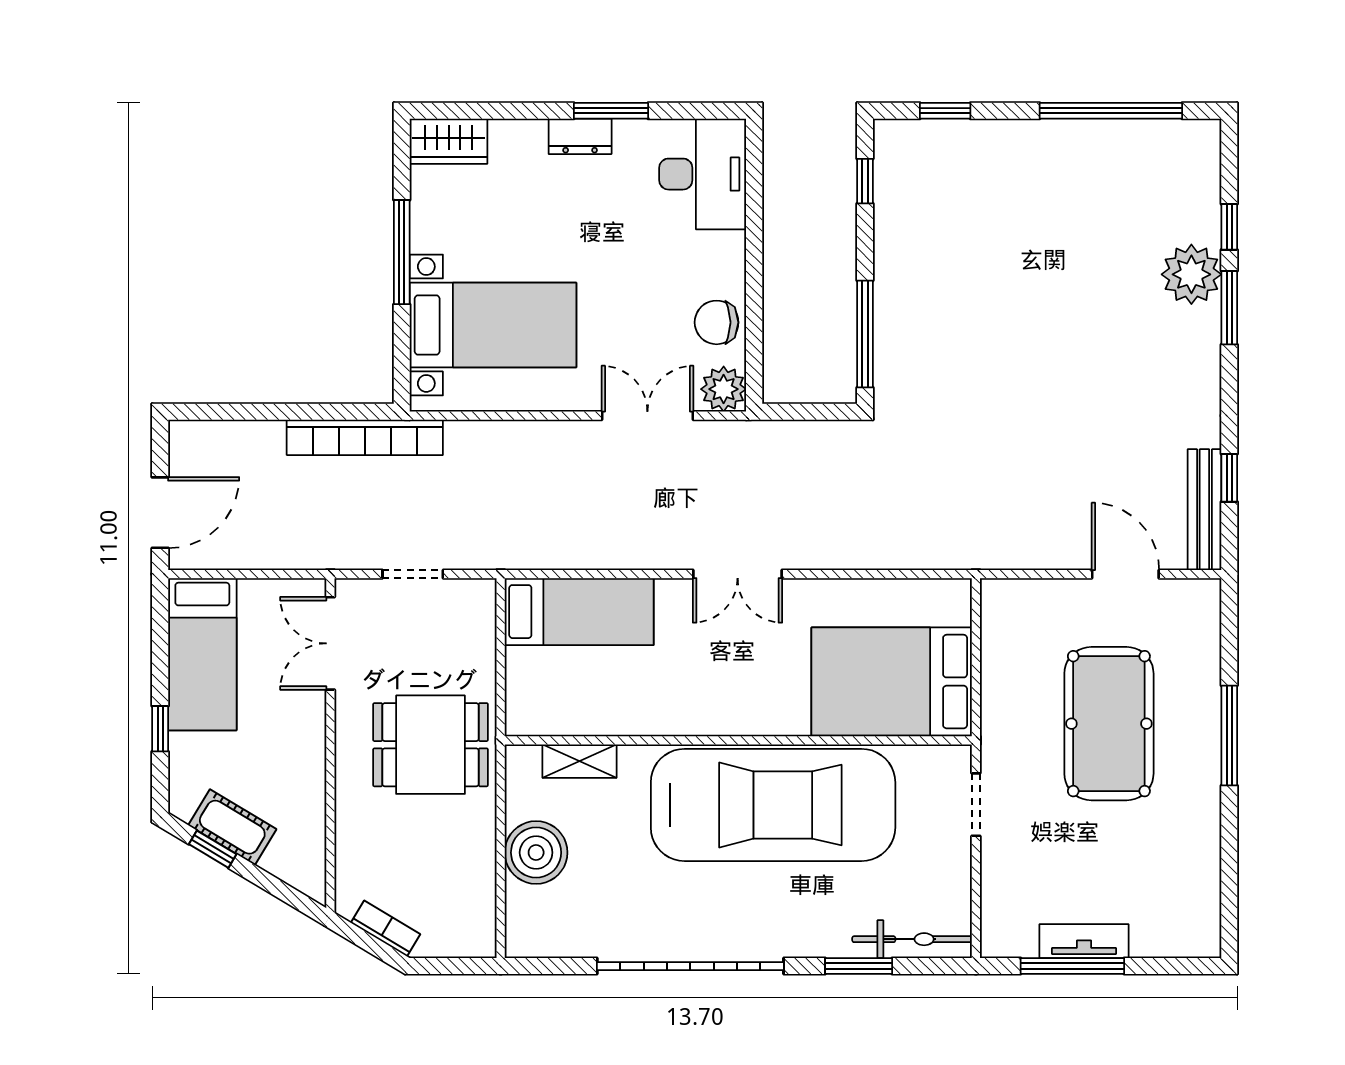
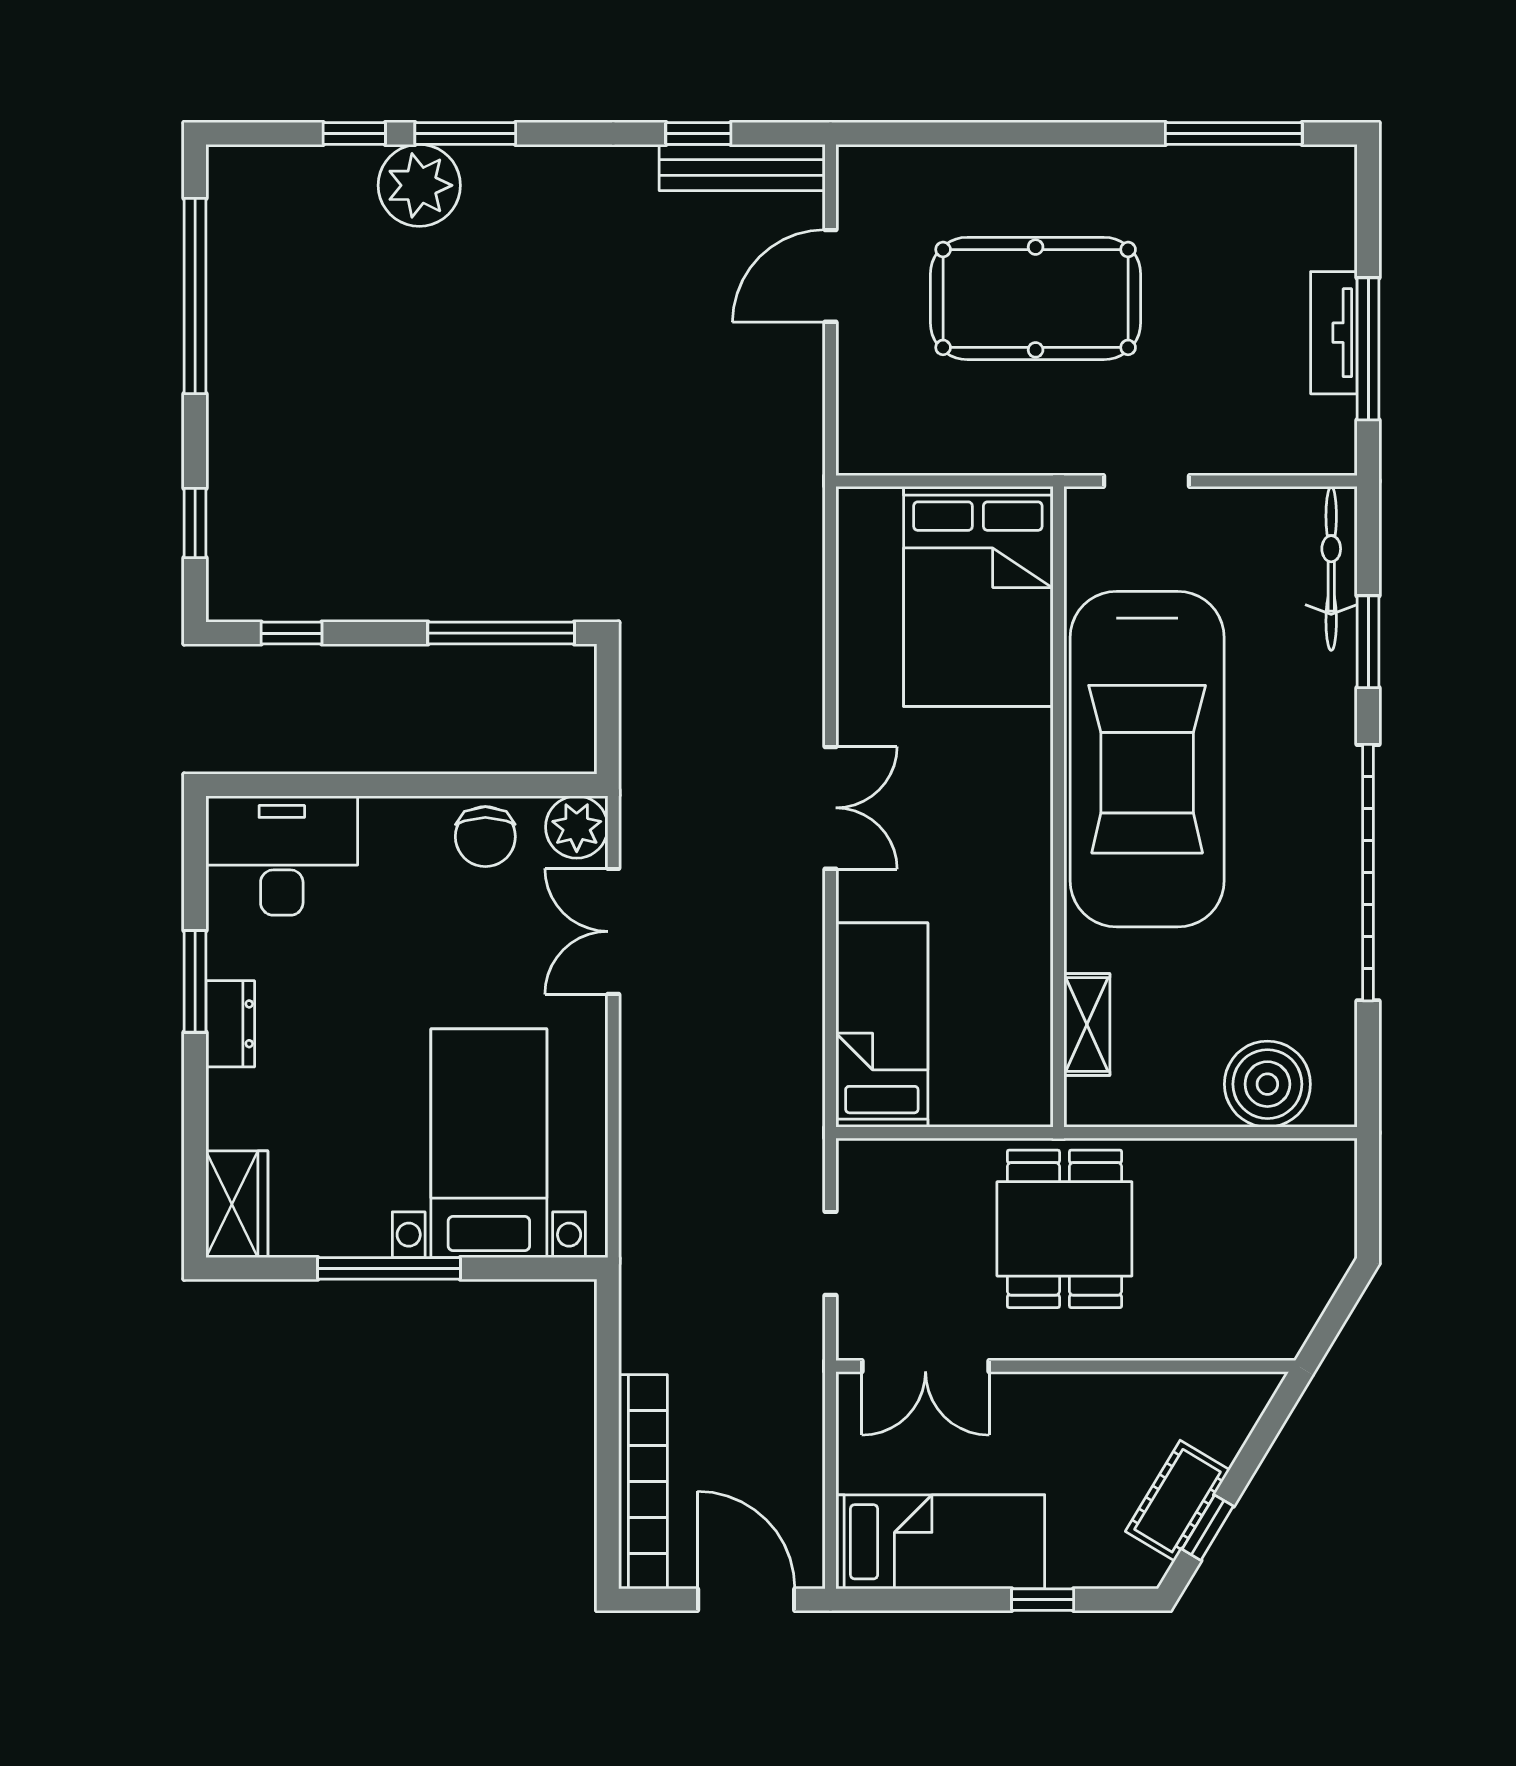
bookcase: (365, 437) -> (643, 1482), moved
window: (1229, 736) -> (1234, 133), moved
car: (773, 805) -> (1147, 759), turned 180
boiler: (536, 853) -> (1267, 1084), moved
bookcase: (386, 929) -> (1317, 1290), removed

